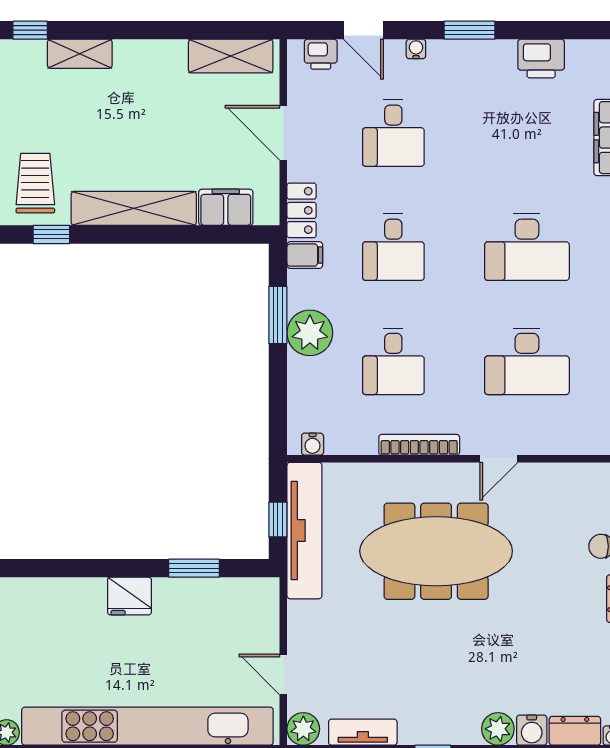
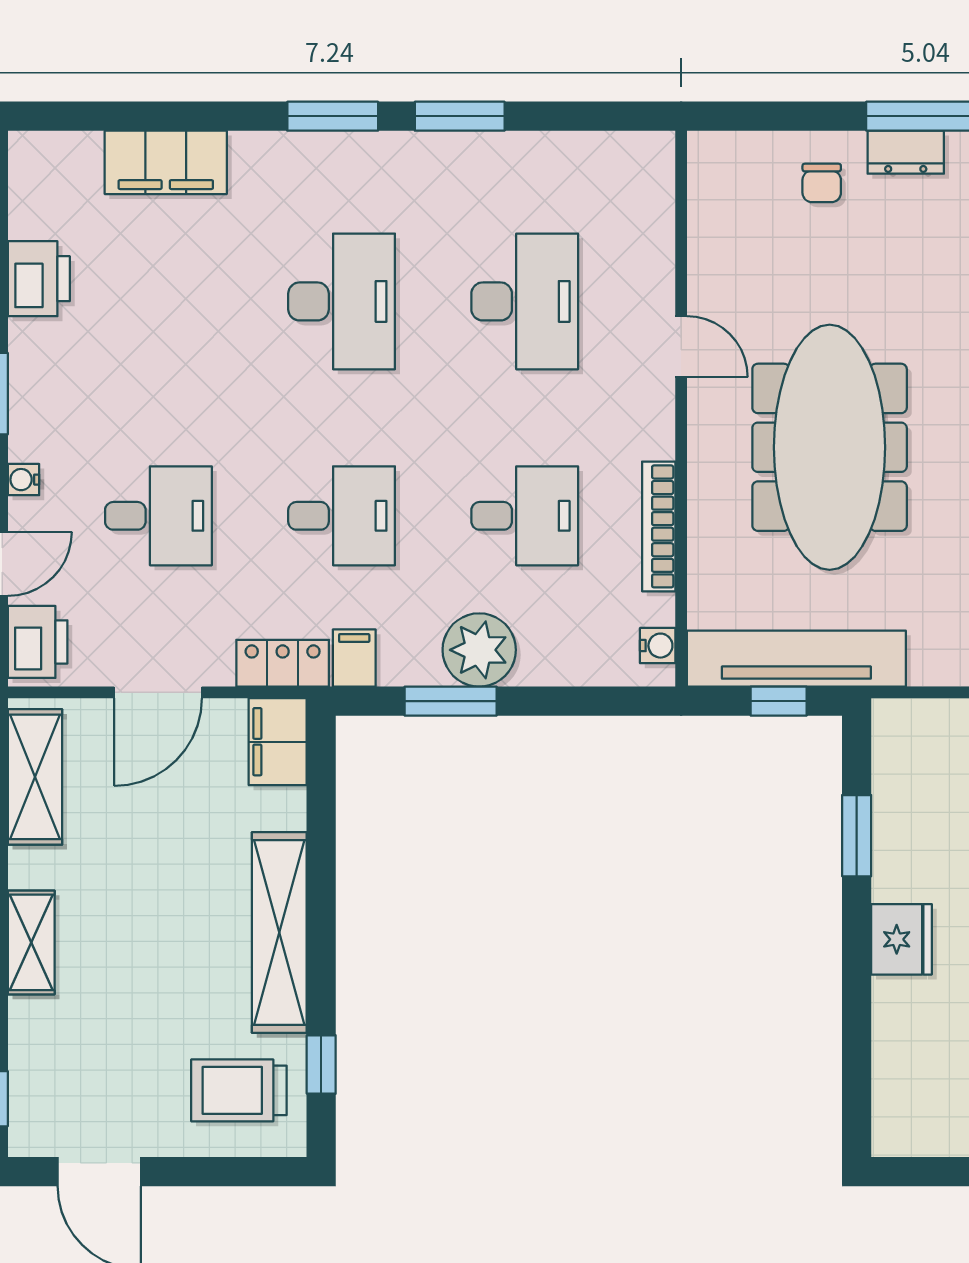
shelving: (80, 54) -> (31, 942), moved
printer: (321, 54) -> (38, 642), width x1.36, depth x1.24
filing cabinet: (226, 207) -> (278, 742), moved
bookcase: (419, 445) -> (659, 526), moved

